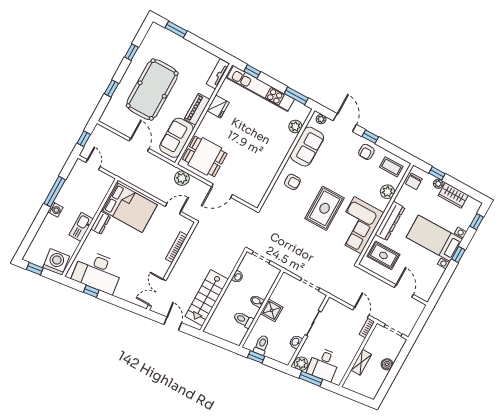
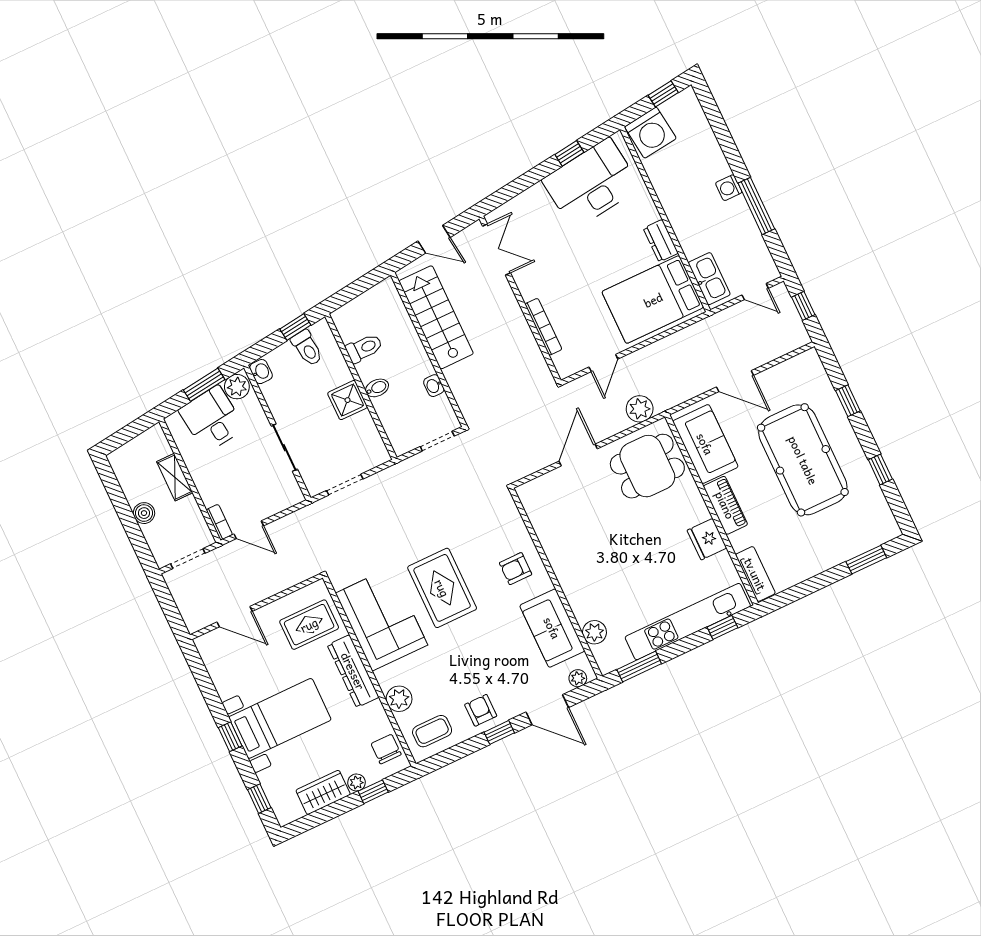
kitchen sink: (81, 227) -> (709, 279), moved
washbasin: (296, 342) -> (261, 372), moved

